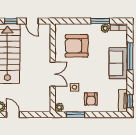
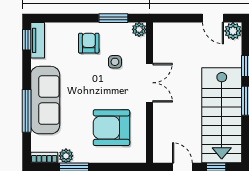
armchair: (77, 46) -> (111, 128), turned 180
sofa: (118, 63) -> (45, 100), width x1.36
double door: (53, 74) -> (150, 83), swing flipped

